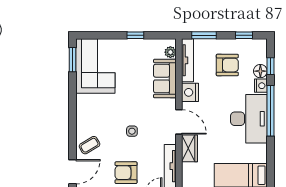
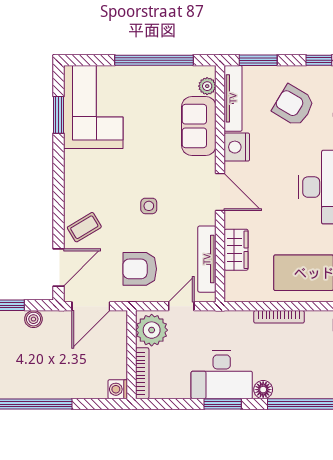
window: (135, 35) -> (154, 60), width x3.17
window: (72, 60) -> (58, 115), moved
armchair: (227, 65) -> (294, 106), turned -149
wardrobe: (189, 148) -> (236, 250), moved

